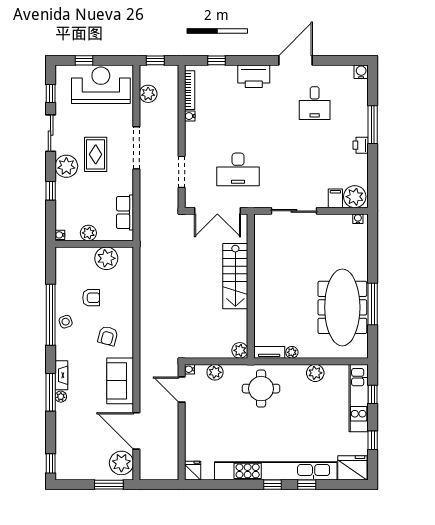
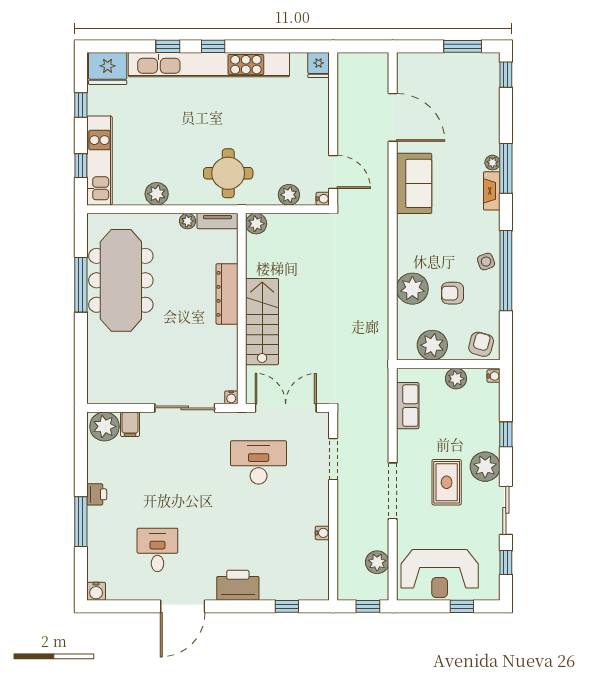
bookcase: (190, 90) -> (323, 567), removed
water cooler: (358, 219) -> (231, 397), moved
dresser: (262, 297) -> (227, 294), added
armchair: (108, 336) -> (481, 344), moved
plant: (121, 463) -> (412, 289), moved
window: (109, 485) -> (463, 46), moved

